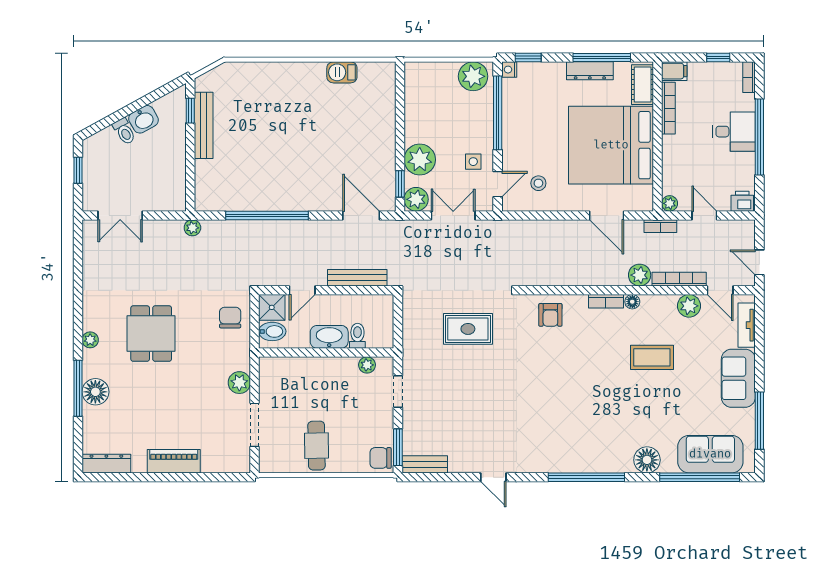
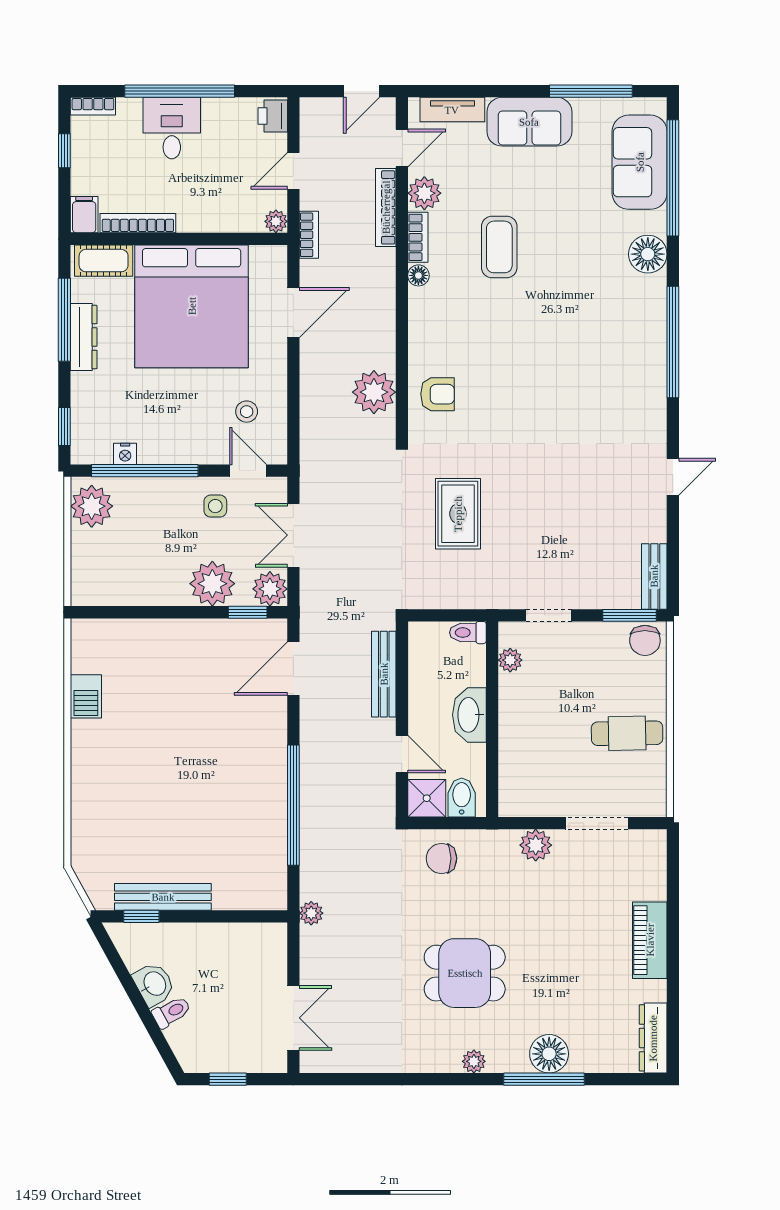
nightstand: (509, 70) -> (125, 454), moved
plant: (640, 275) -> (374, 392), moved, width x1.36, depth x1.36
bookcase: (606, 301) -> (418, 237), moved
toilet: (357, 336) -> (468, 633), moved

